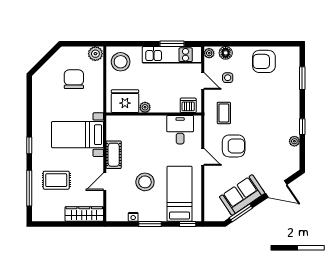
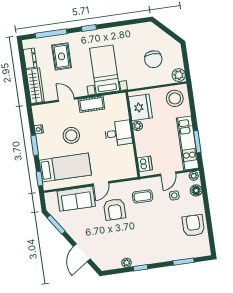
chair: (74, 79) -> (153, 59), turned 89
desk: (180, 130) -> (118, 133), moved
sofa: (242, 195) -> (76, 199), moved, turned 124
dresser: (53, 215) -> (30, 58), added

